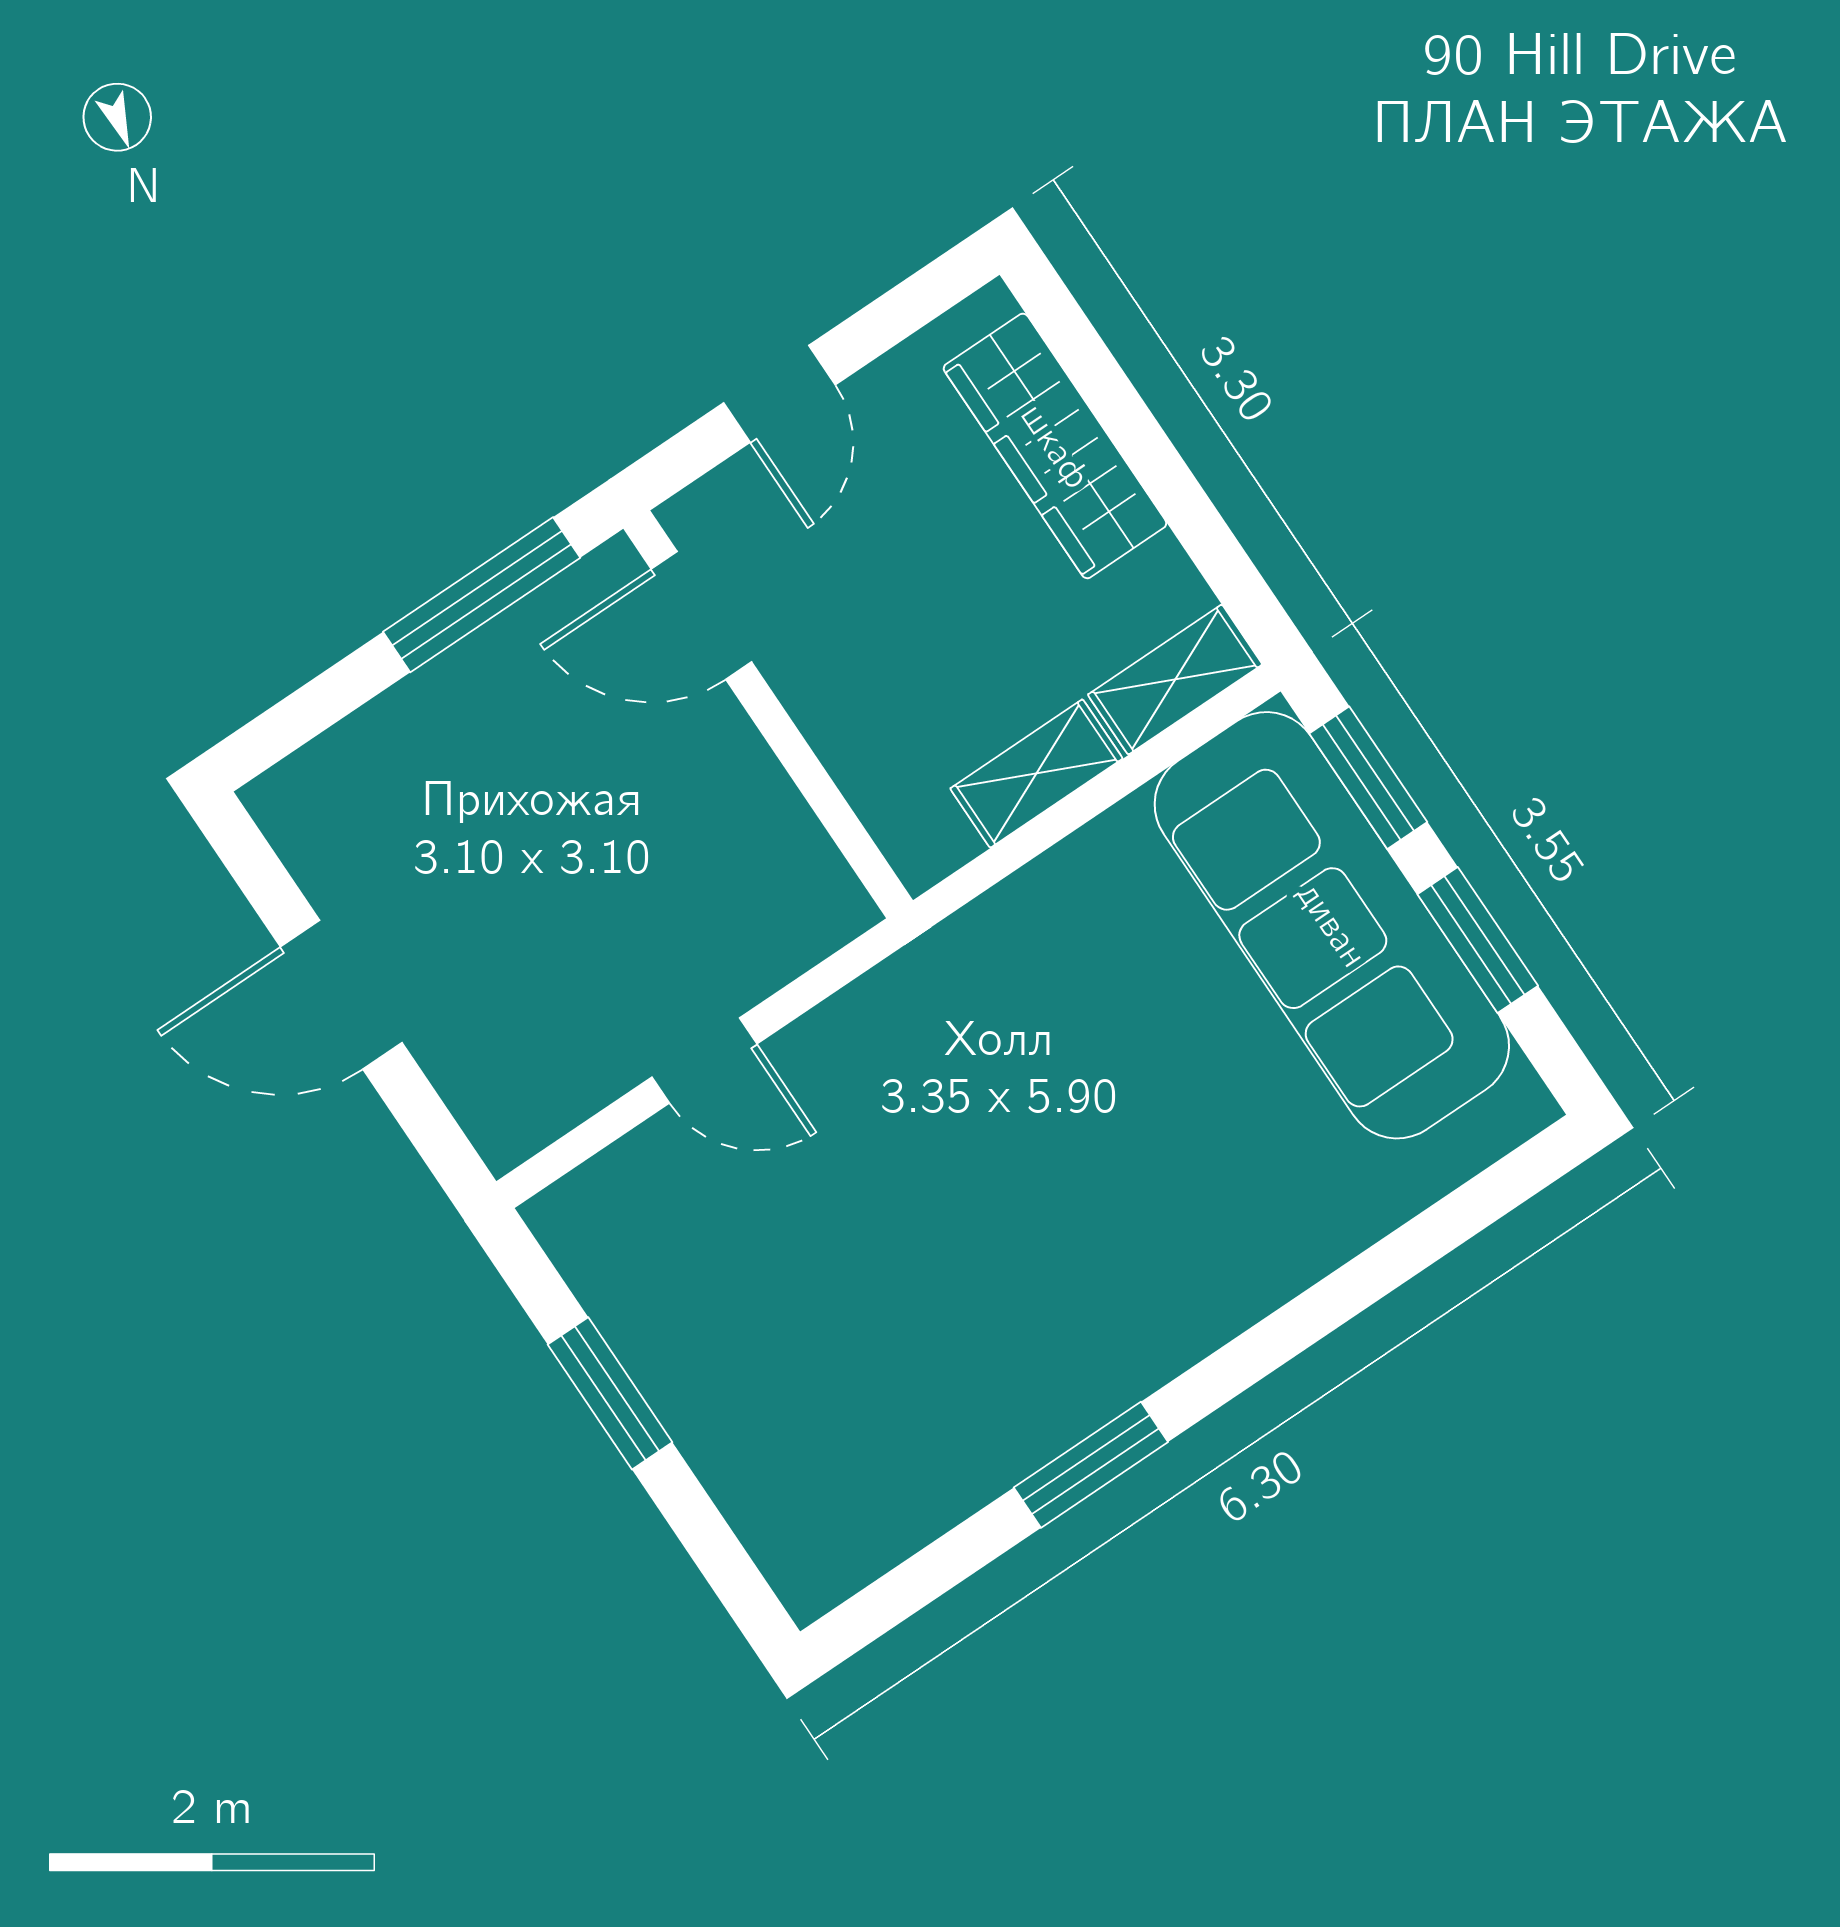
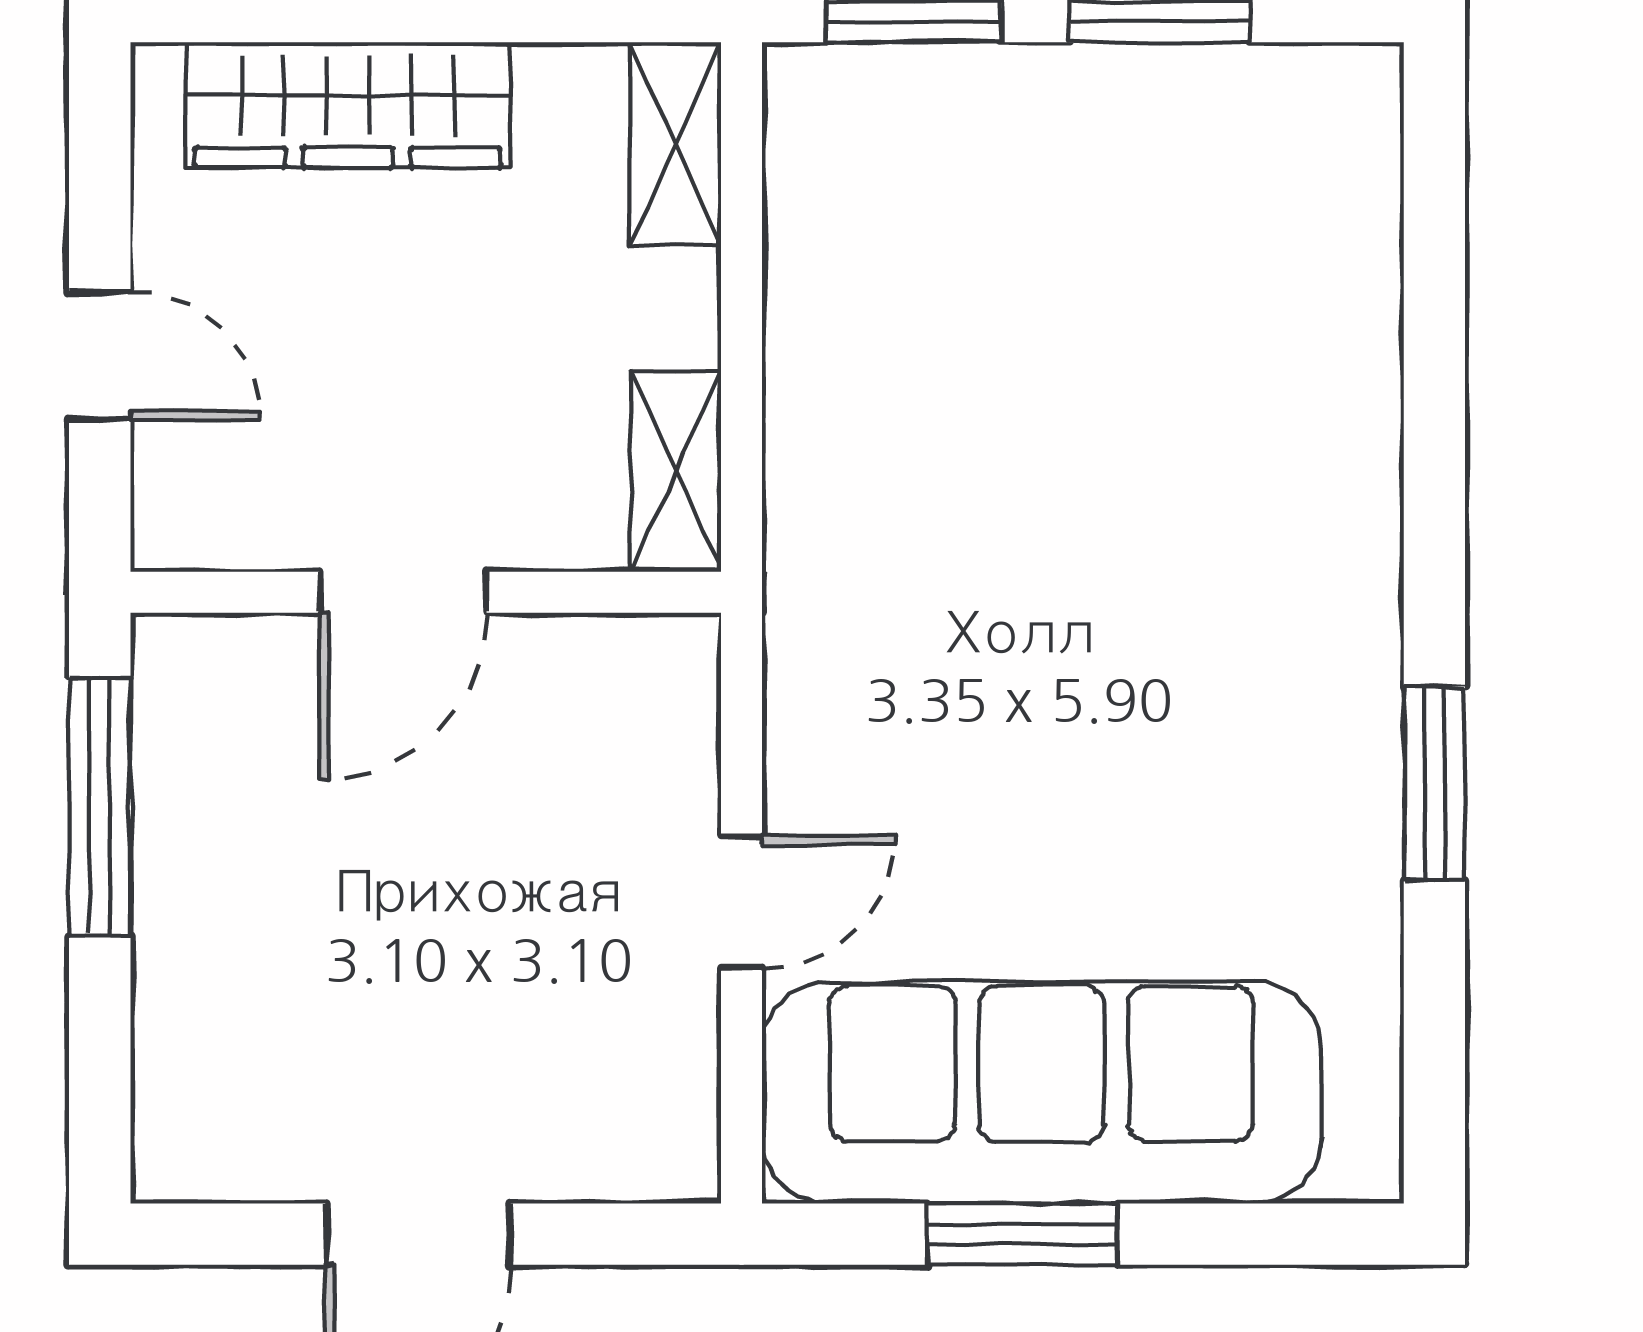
door: (701, 615) -> (403, 592), moved
shelving: (1036, 774) -> (676, 471), moved
sofa: (1332, 925) -> (1042, 1093), moved, turned 180

